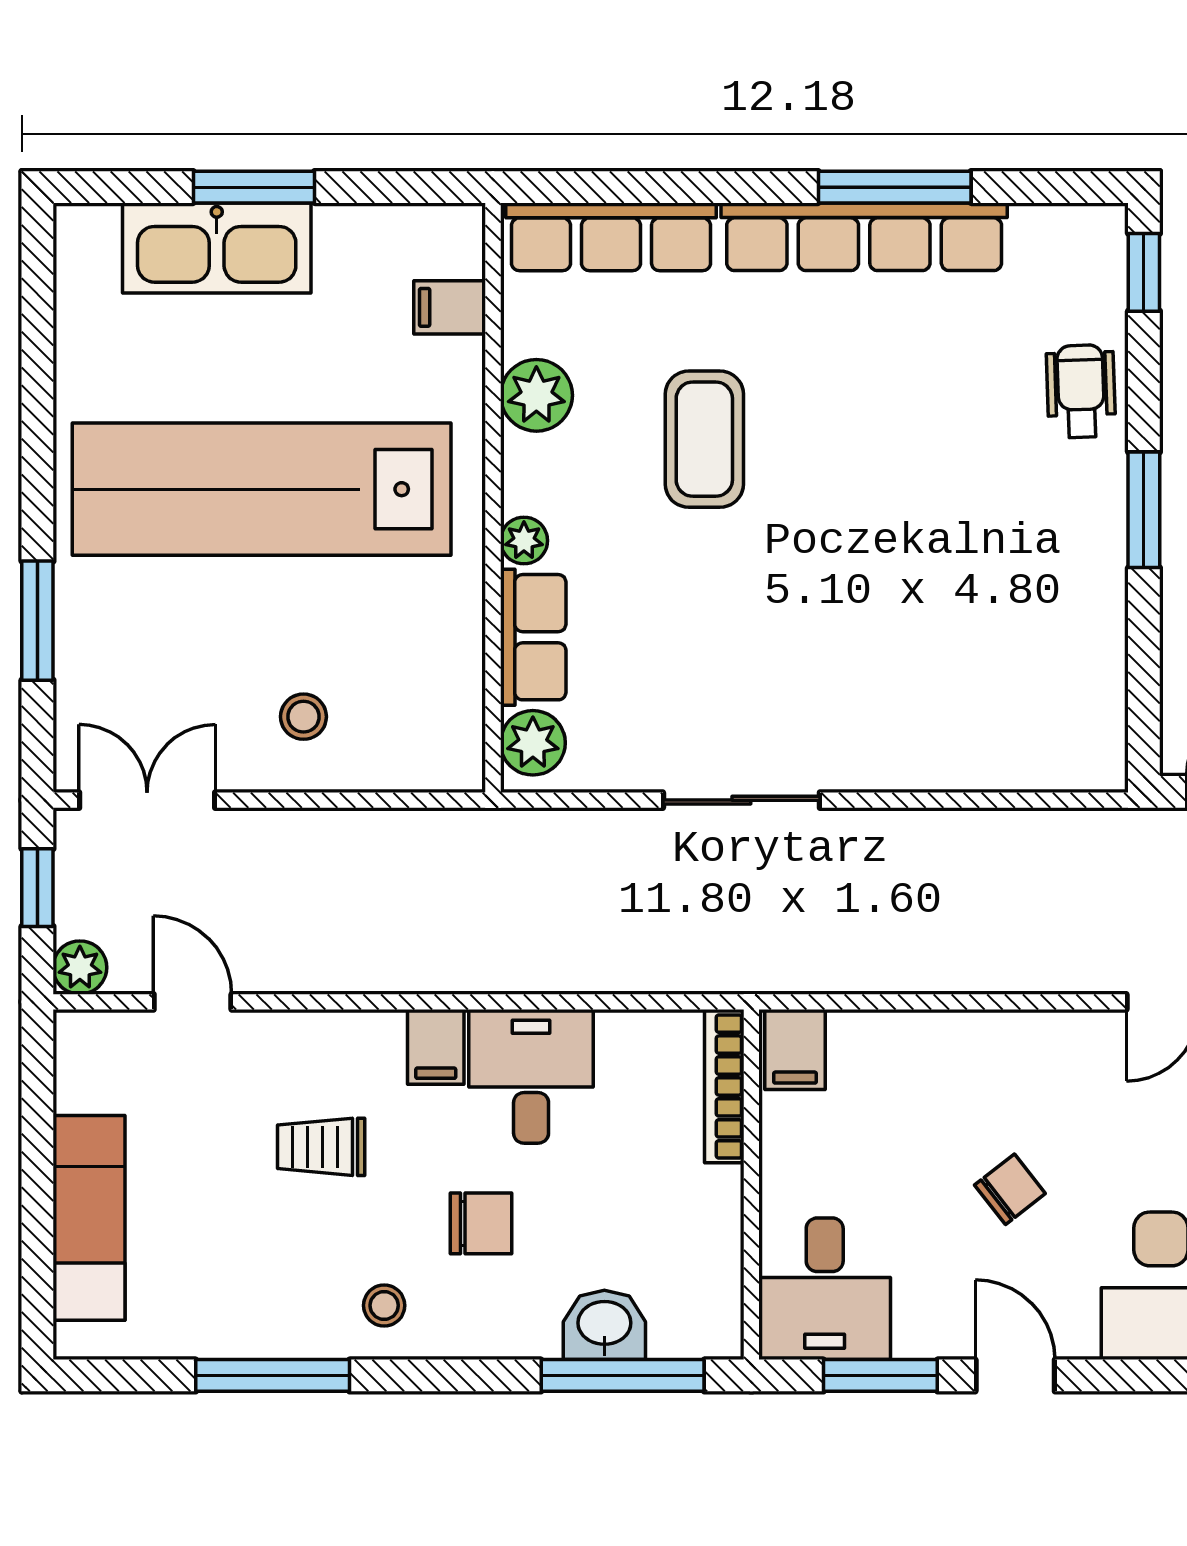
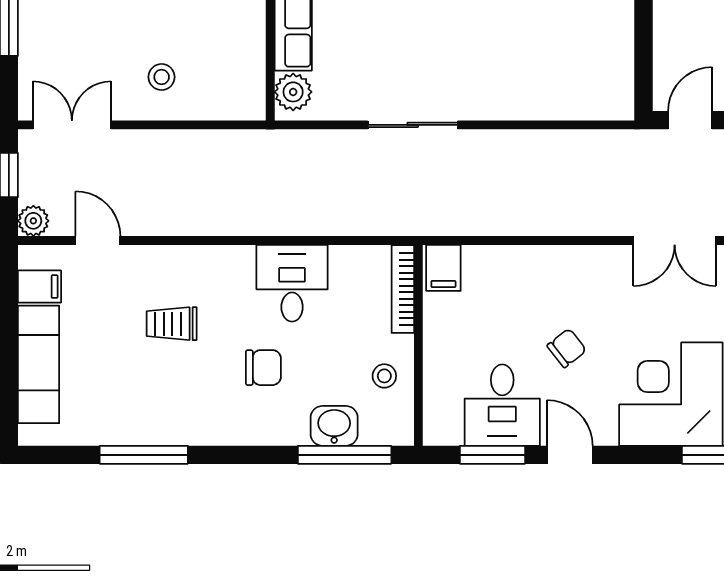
filing cabinet: (436, 1047) -> (39, 287), moved, turned -90
desk: (825, 1289) -> (502, 405), moved
stool: (384, 1305) -> (384, 376), moved

